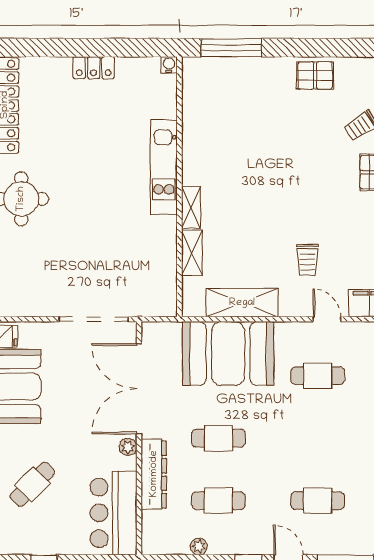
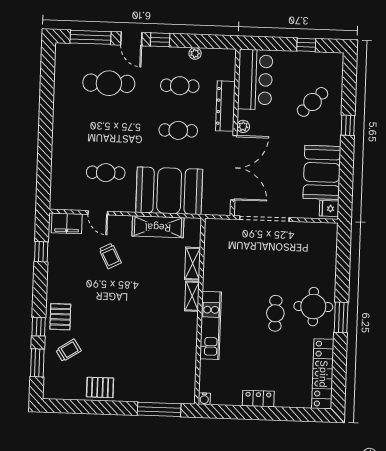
cafe table: (74, 188) -> (275, 313), added
trolley: (307, 260) -> (110, 256), turned 153
cafe table: (318, 501) -> (109, 83), width x1.37, depth x1.35

